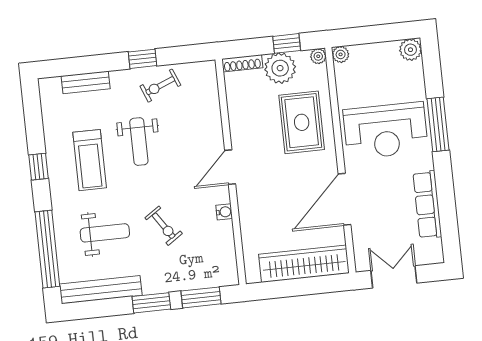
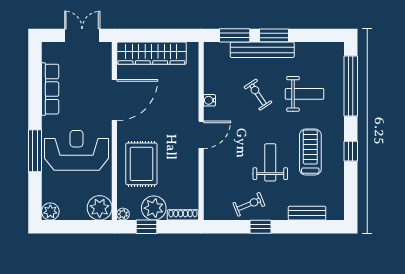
plant: (341, 54) -> (100, 208), width x1.87, depth x1.87
weight bench: (105, 233) -> (304, 94), turned 180
double door: (394, 277) -> (82, 35), swing flipped
bench: (101, 290) -> (262, 50), moved

